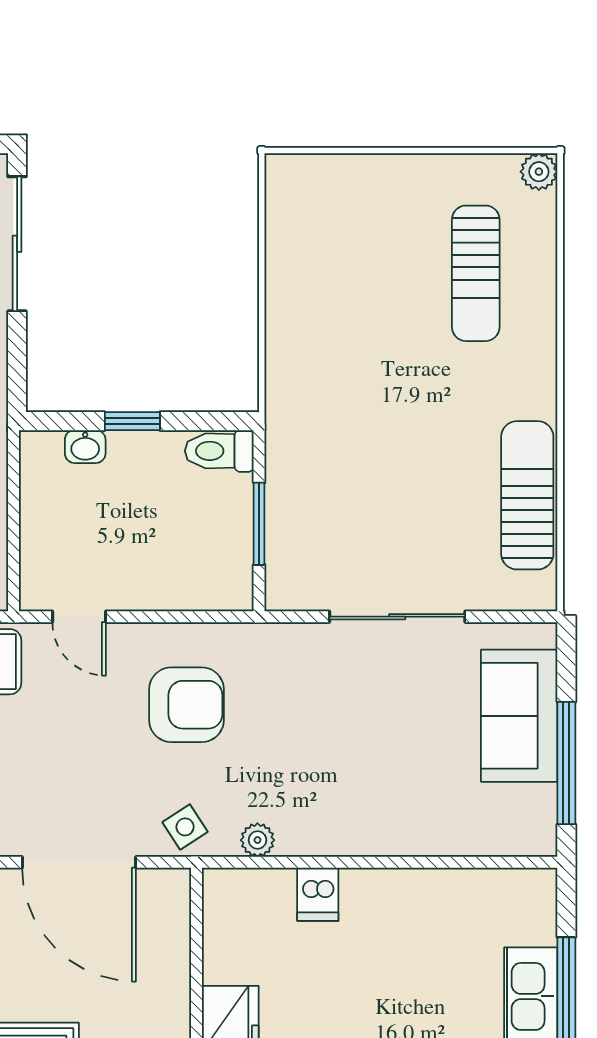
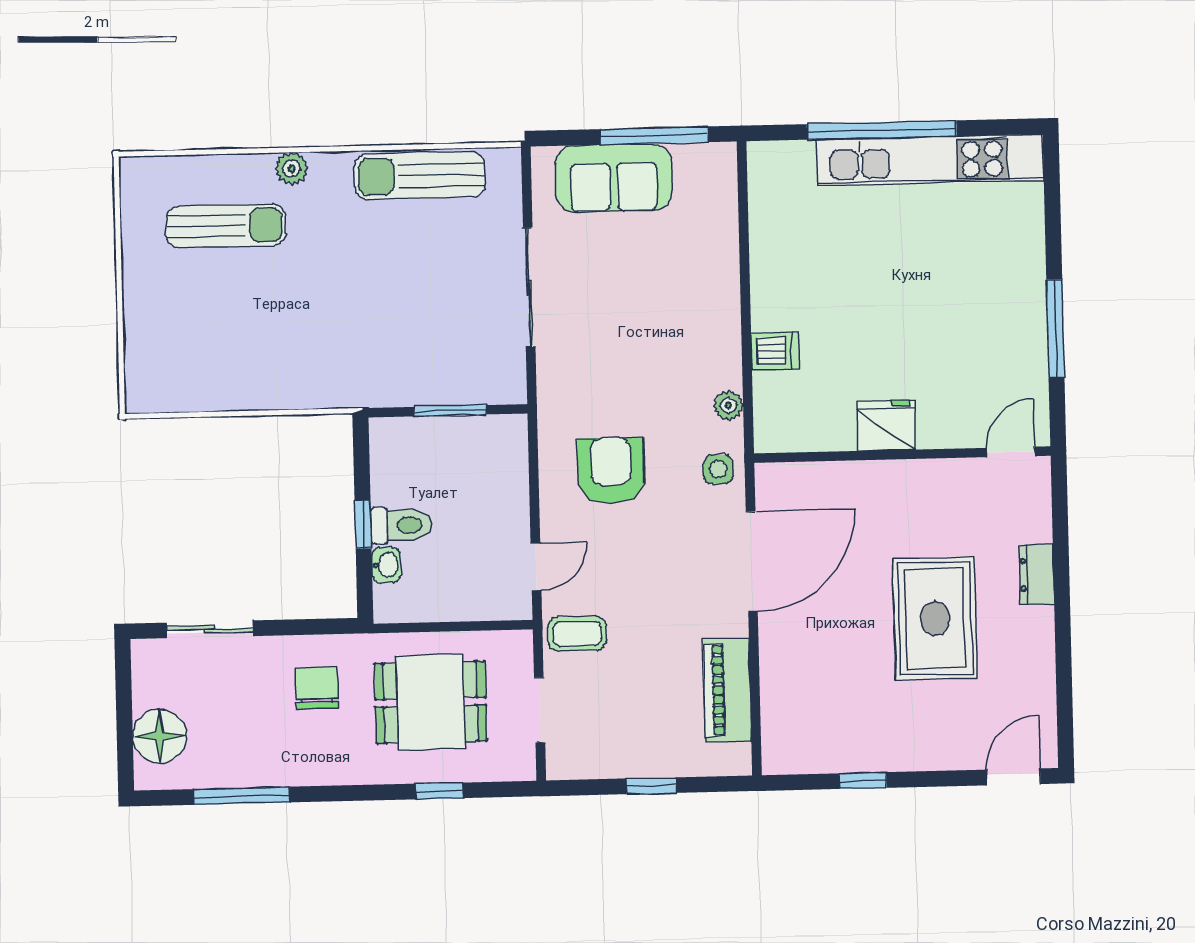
plant: (539, 172) -> (291, 169), moved
sliding door: (17, 244) -> (210, 629), width x0.73
toilet: (219, 451) -> (401, 525), moved, turned -90
side table: (185, 827) -> (718, 469), turned 33

